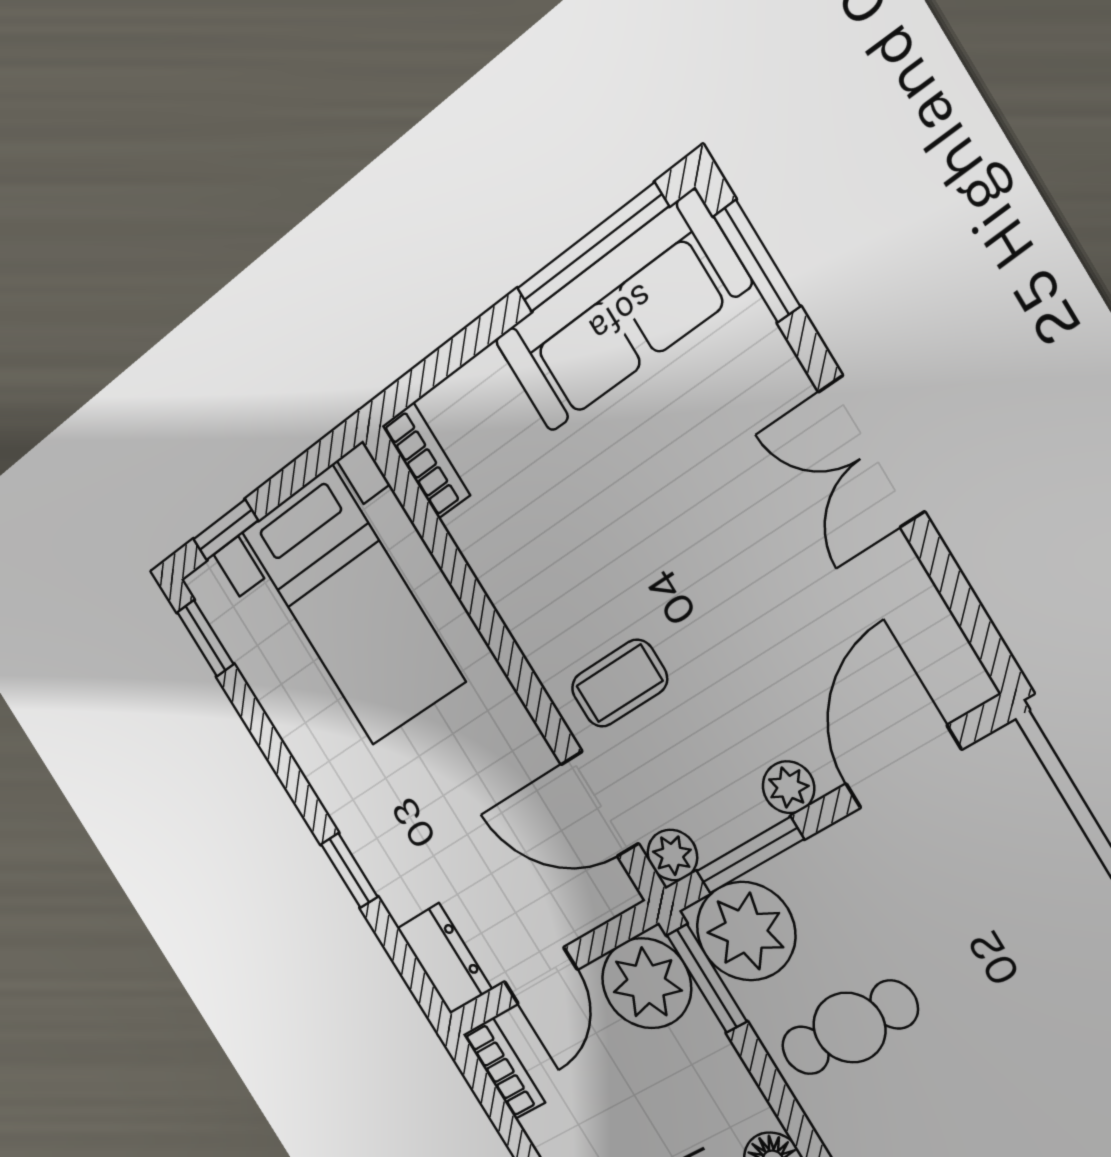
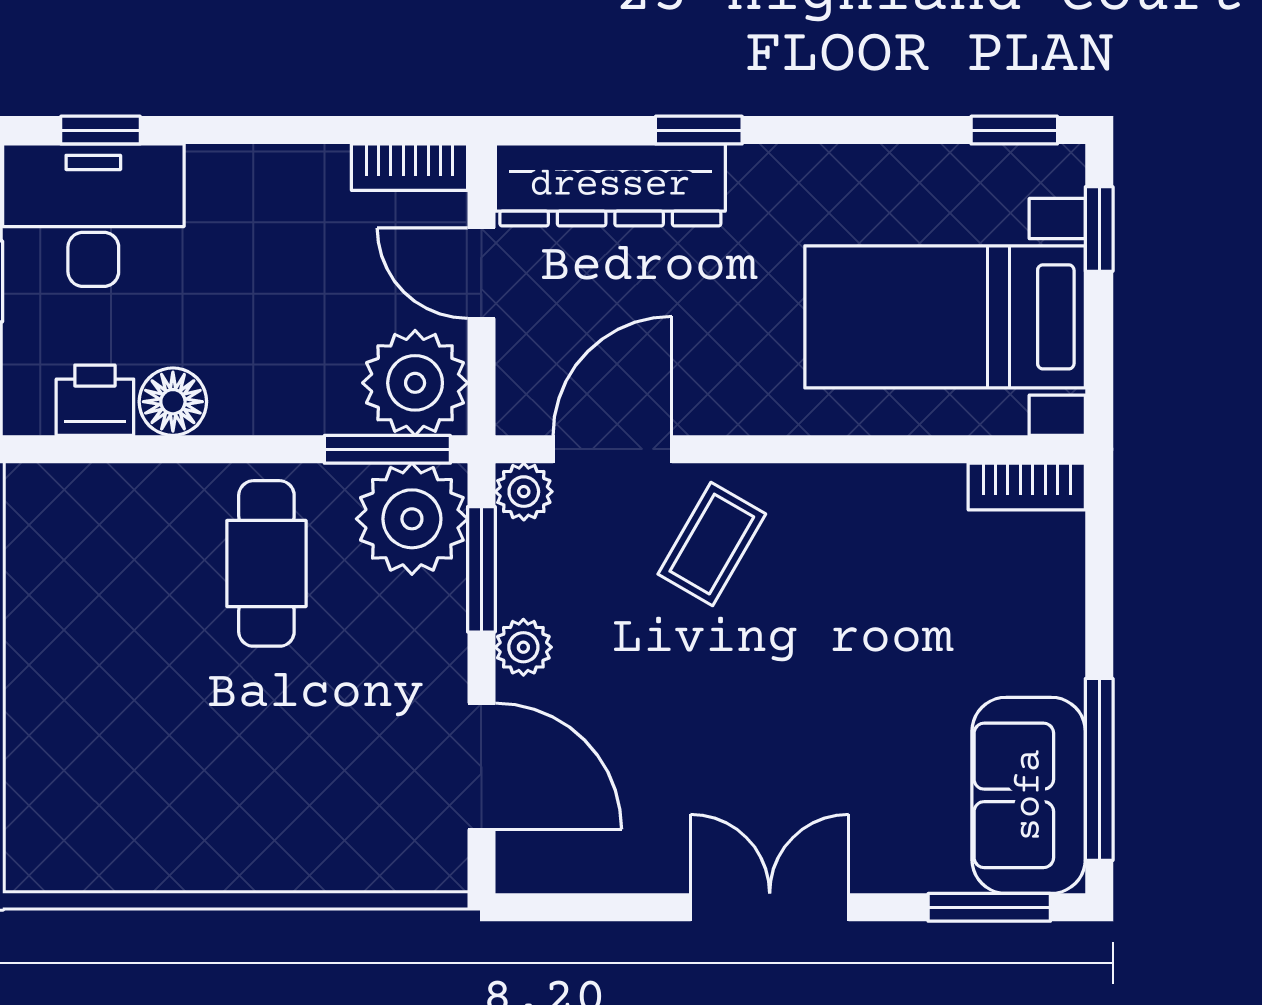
sofa: (621, 313) -> (1029, 795), width x0.73
coffee table: (619, 683) -> (712, 544), turned 30
dresser: (445, 959) -> (610, 185), width x1.96, depth x1.24

